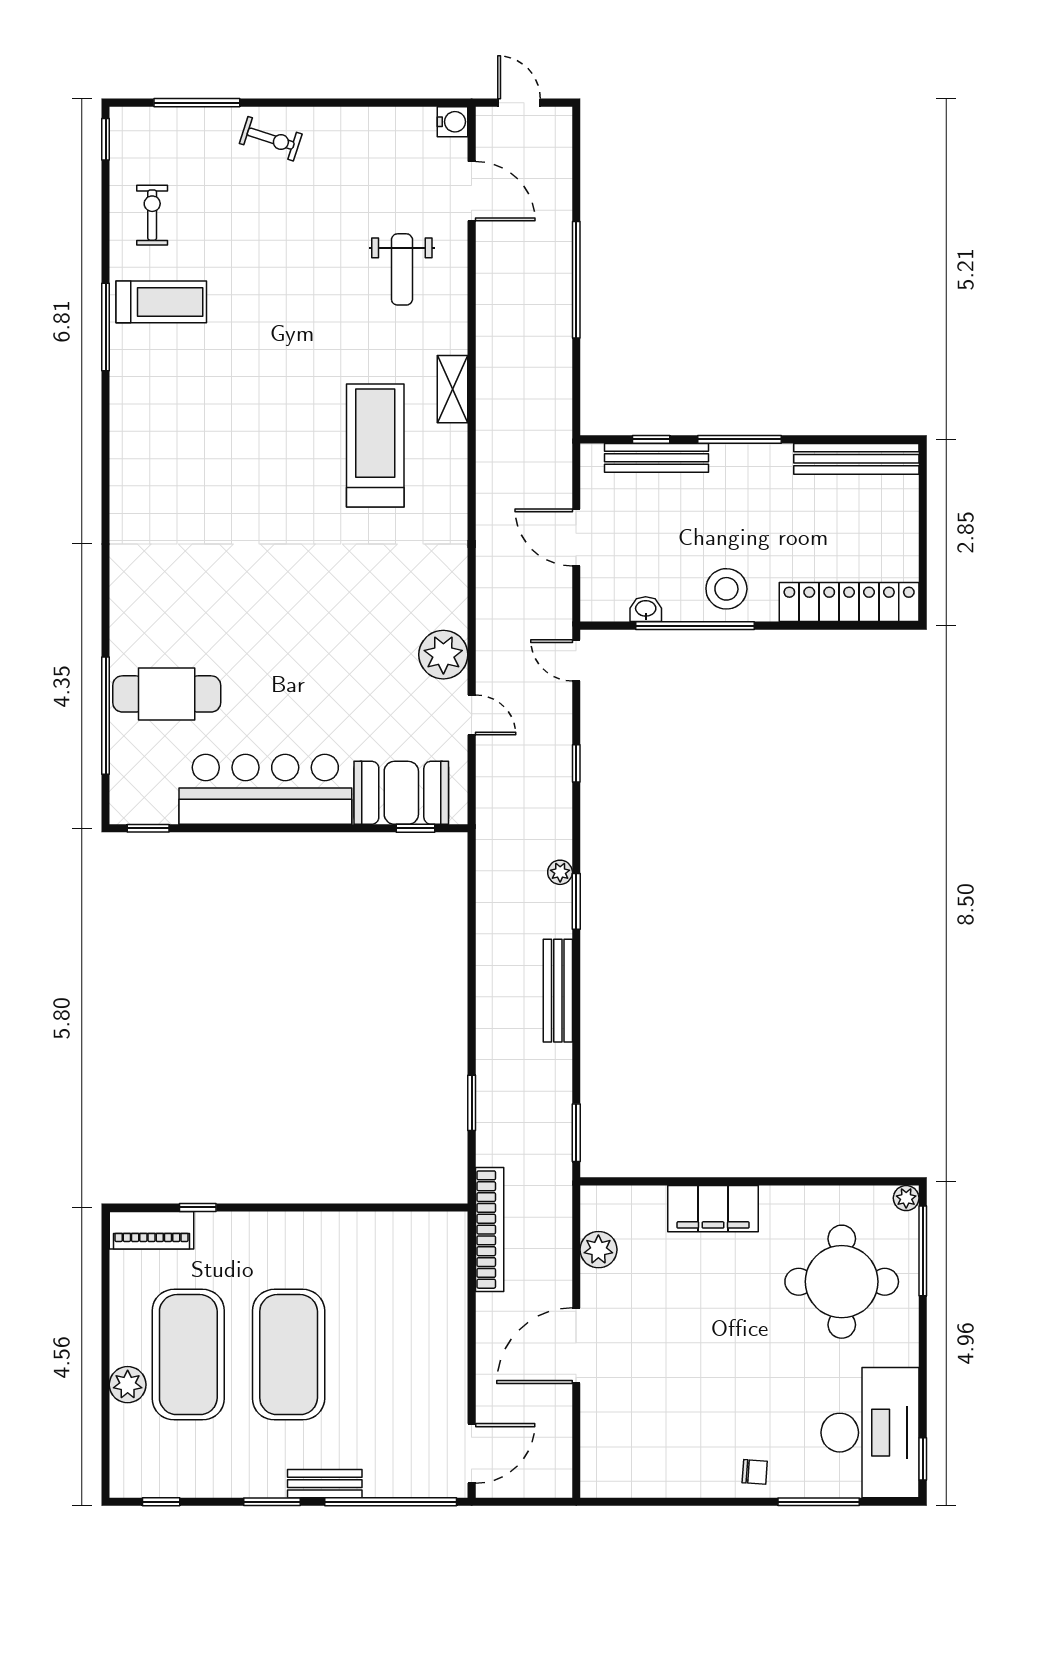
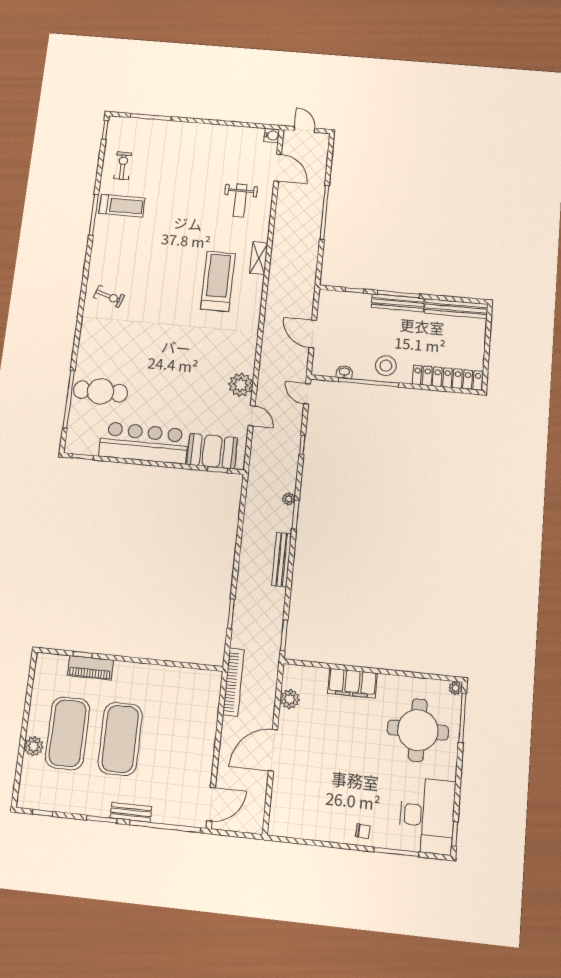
exercise bike: (271, 139) -> (109, 296), moved
bench: (656, 458) -> (398, 303), moved
piano: (152, 1230) -> (90, 668), moved

